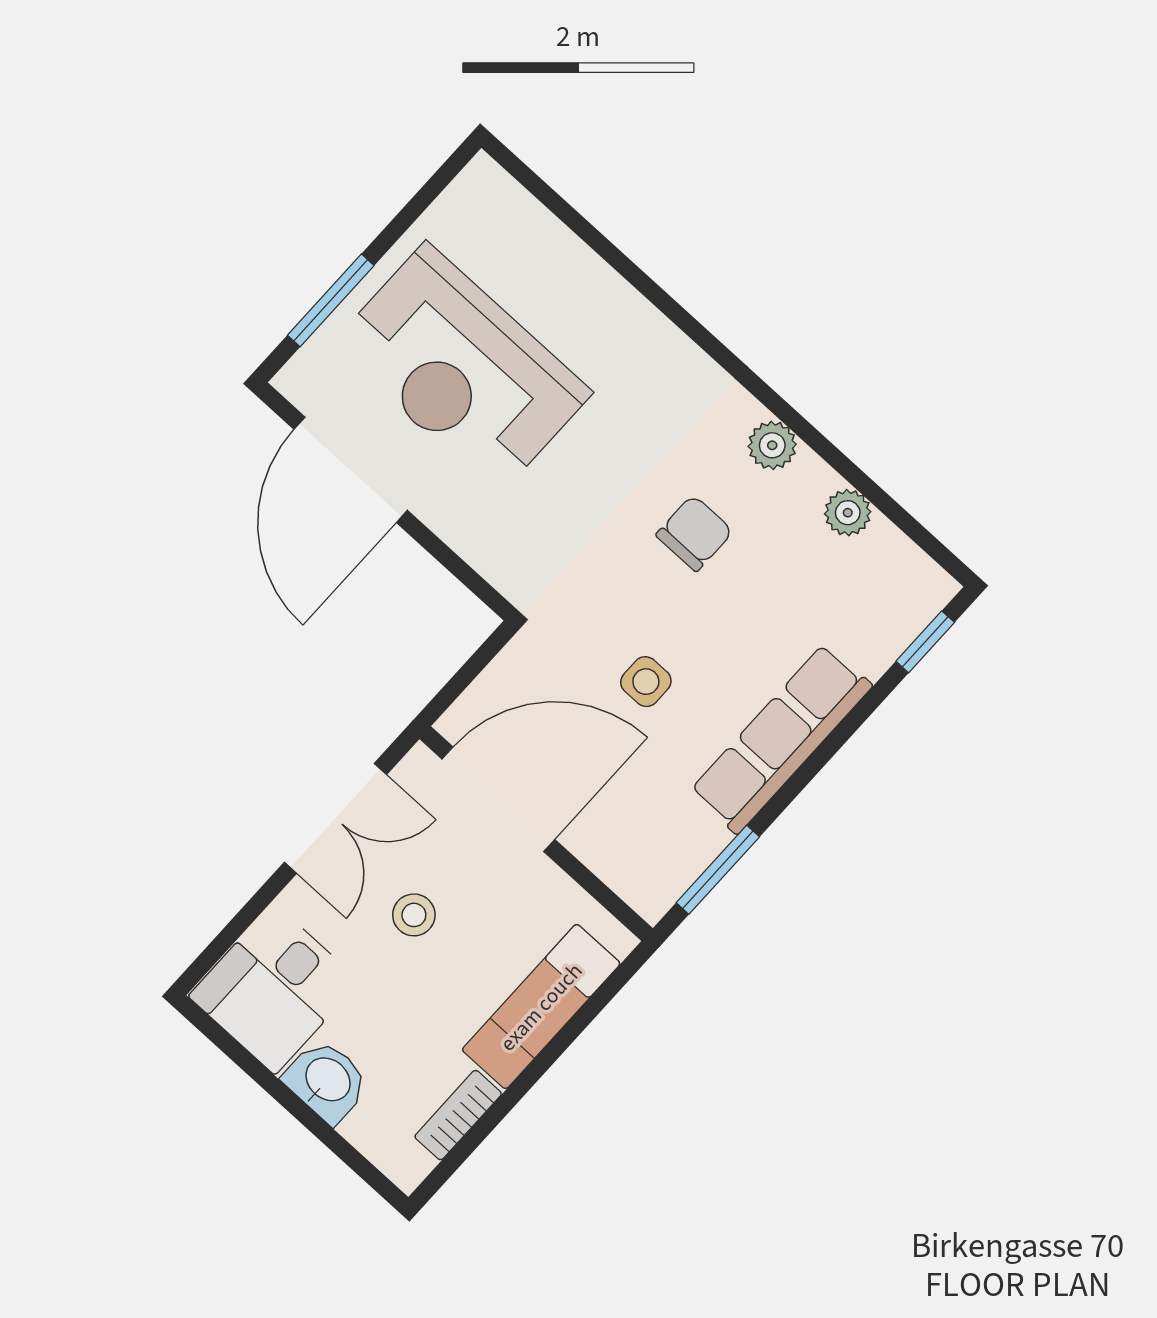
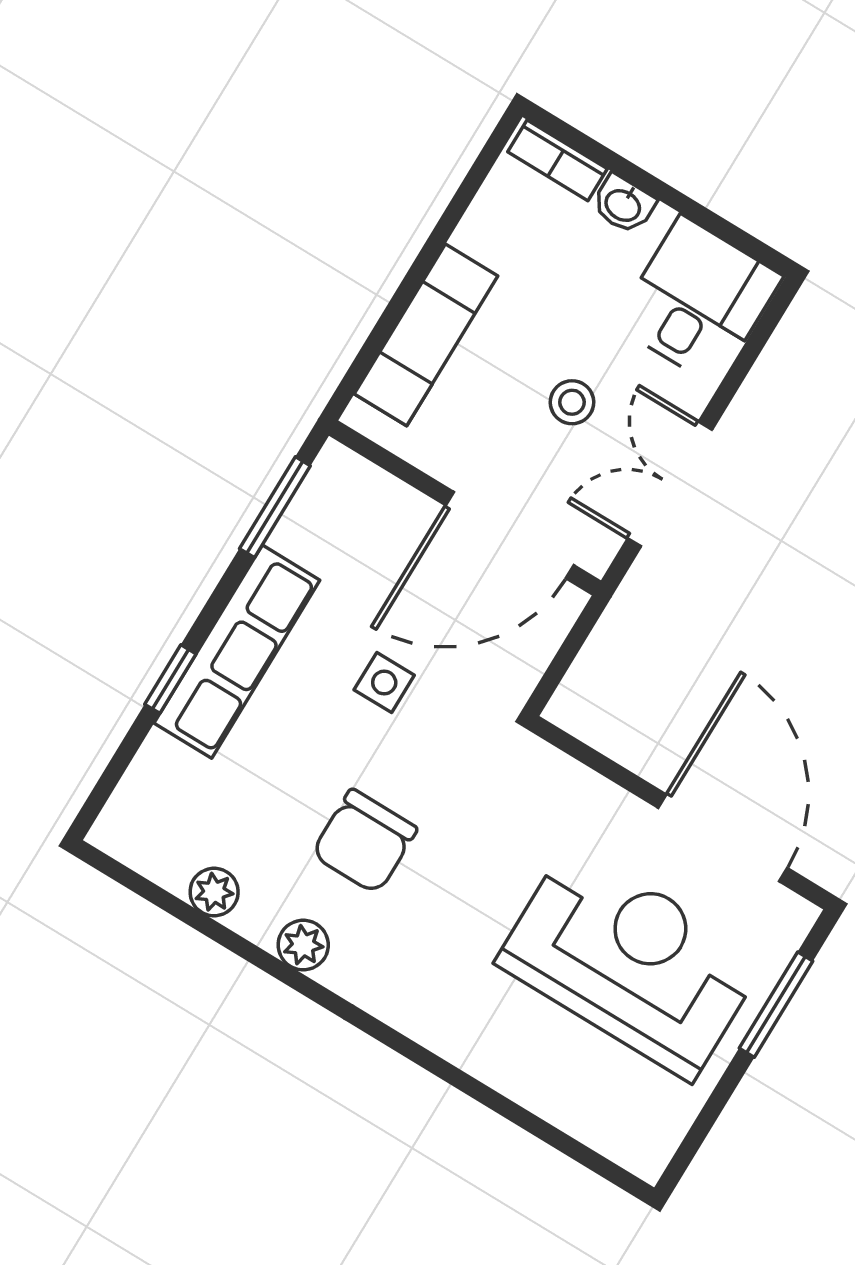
chair: (694, 533) -> (364, 841), width x1.37, depth x1.37
window: (925, 642) -> (170, 679), moved
washbasin: (327, 1081) -> (623, 204), width x0.72, depth x0.69
bookcase: (458, 1115) -> (557, 160), moved, turned 90

